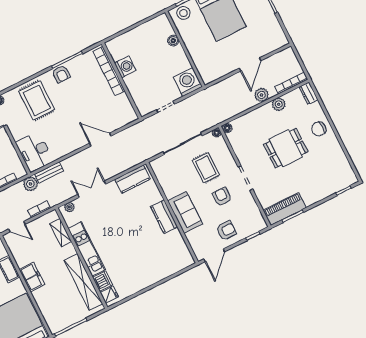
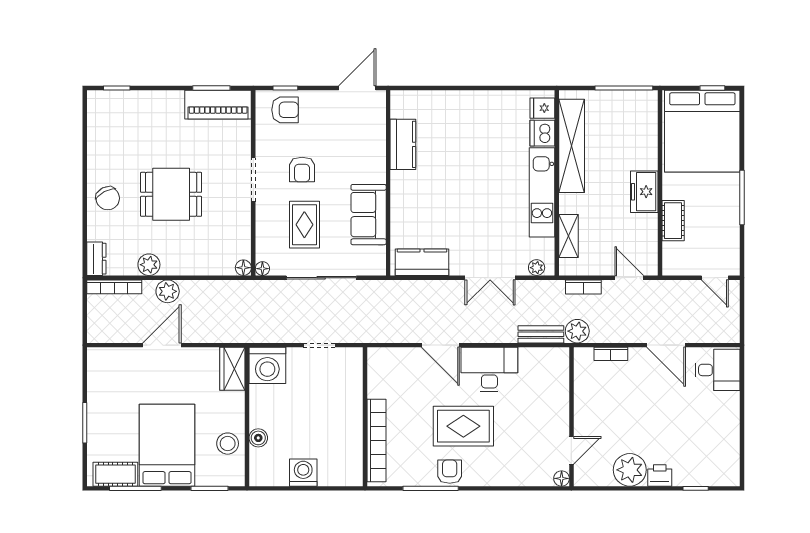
stool: (183, 13) -> (228, 444), moved
washing machine: (125, 67) -> (303, 473), moved, turned 90
wardrobe: (206, 71) -> (232, 369), added
rug: (37, 100) -> (463, 426), moved, turned 90
chair: (319, 129) -> (108, 198), turned 63
desk: (34, 152) -> (489, 369), moved, turned -90
sofa: (185, 212) -> (369, 215), moved
kitchen counter: (164, 217) -> (403, 144), moved
armchair: (226, 230) -> (285, 110), moved, turned 180

